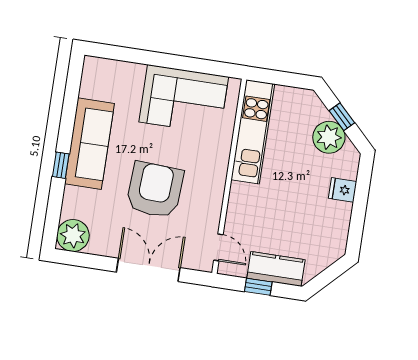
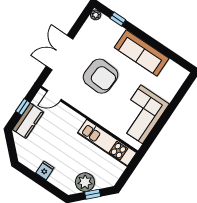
window: (61, 165) -> (118, 19), moved
fridge: (343, 190) -> (45, 170), moved
plant: (73, 235) -> (96, 15), width x0.53, depth x0.53
double door: (148, 270) -> (60, 53), swing flipped

